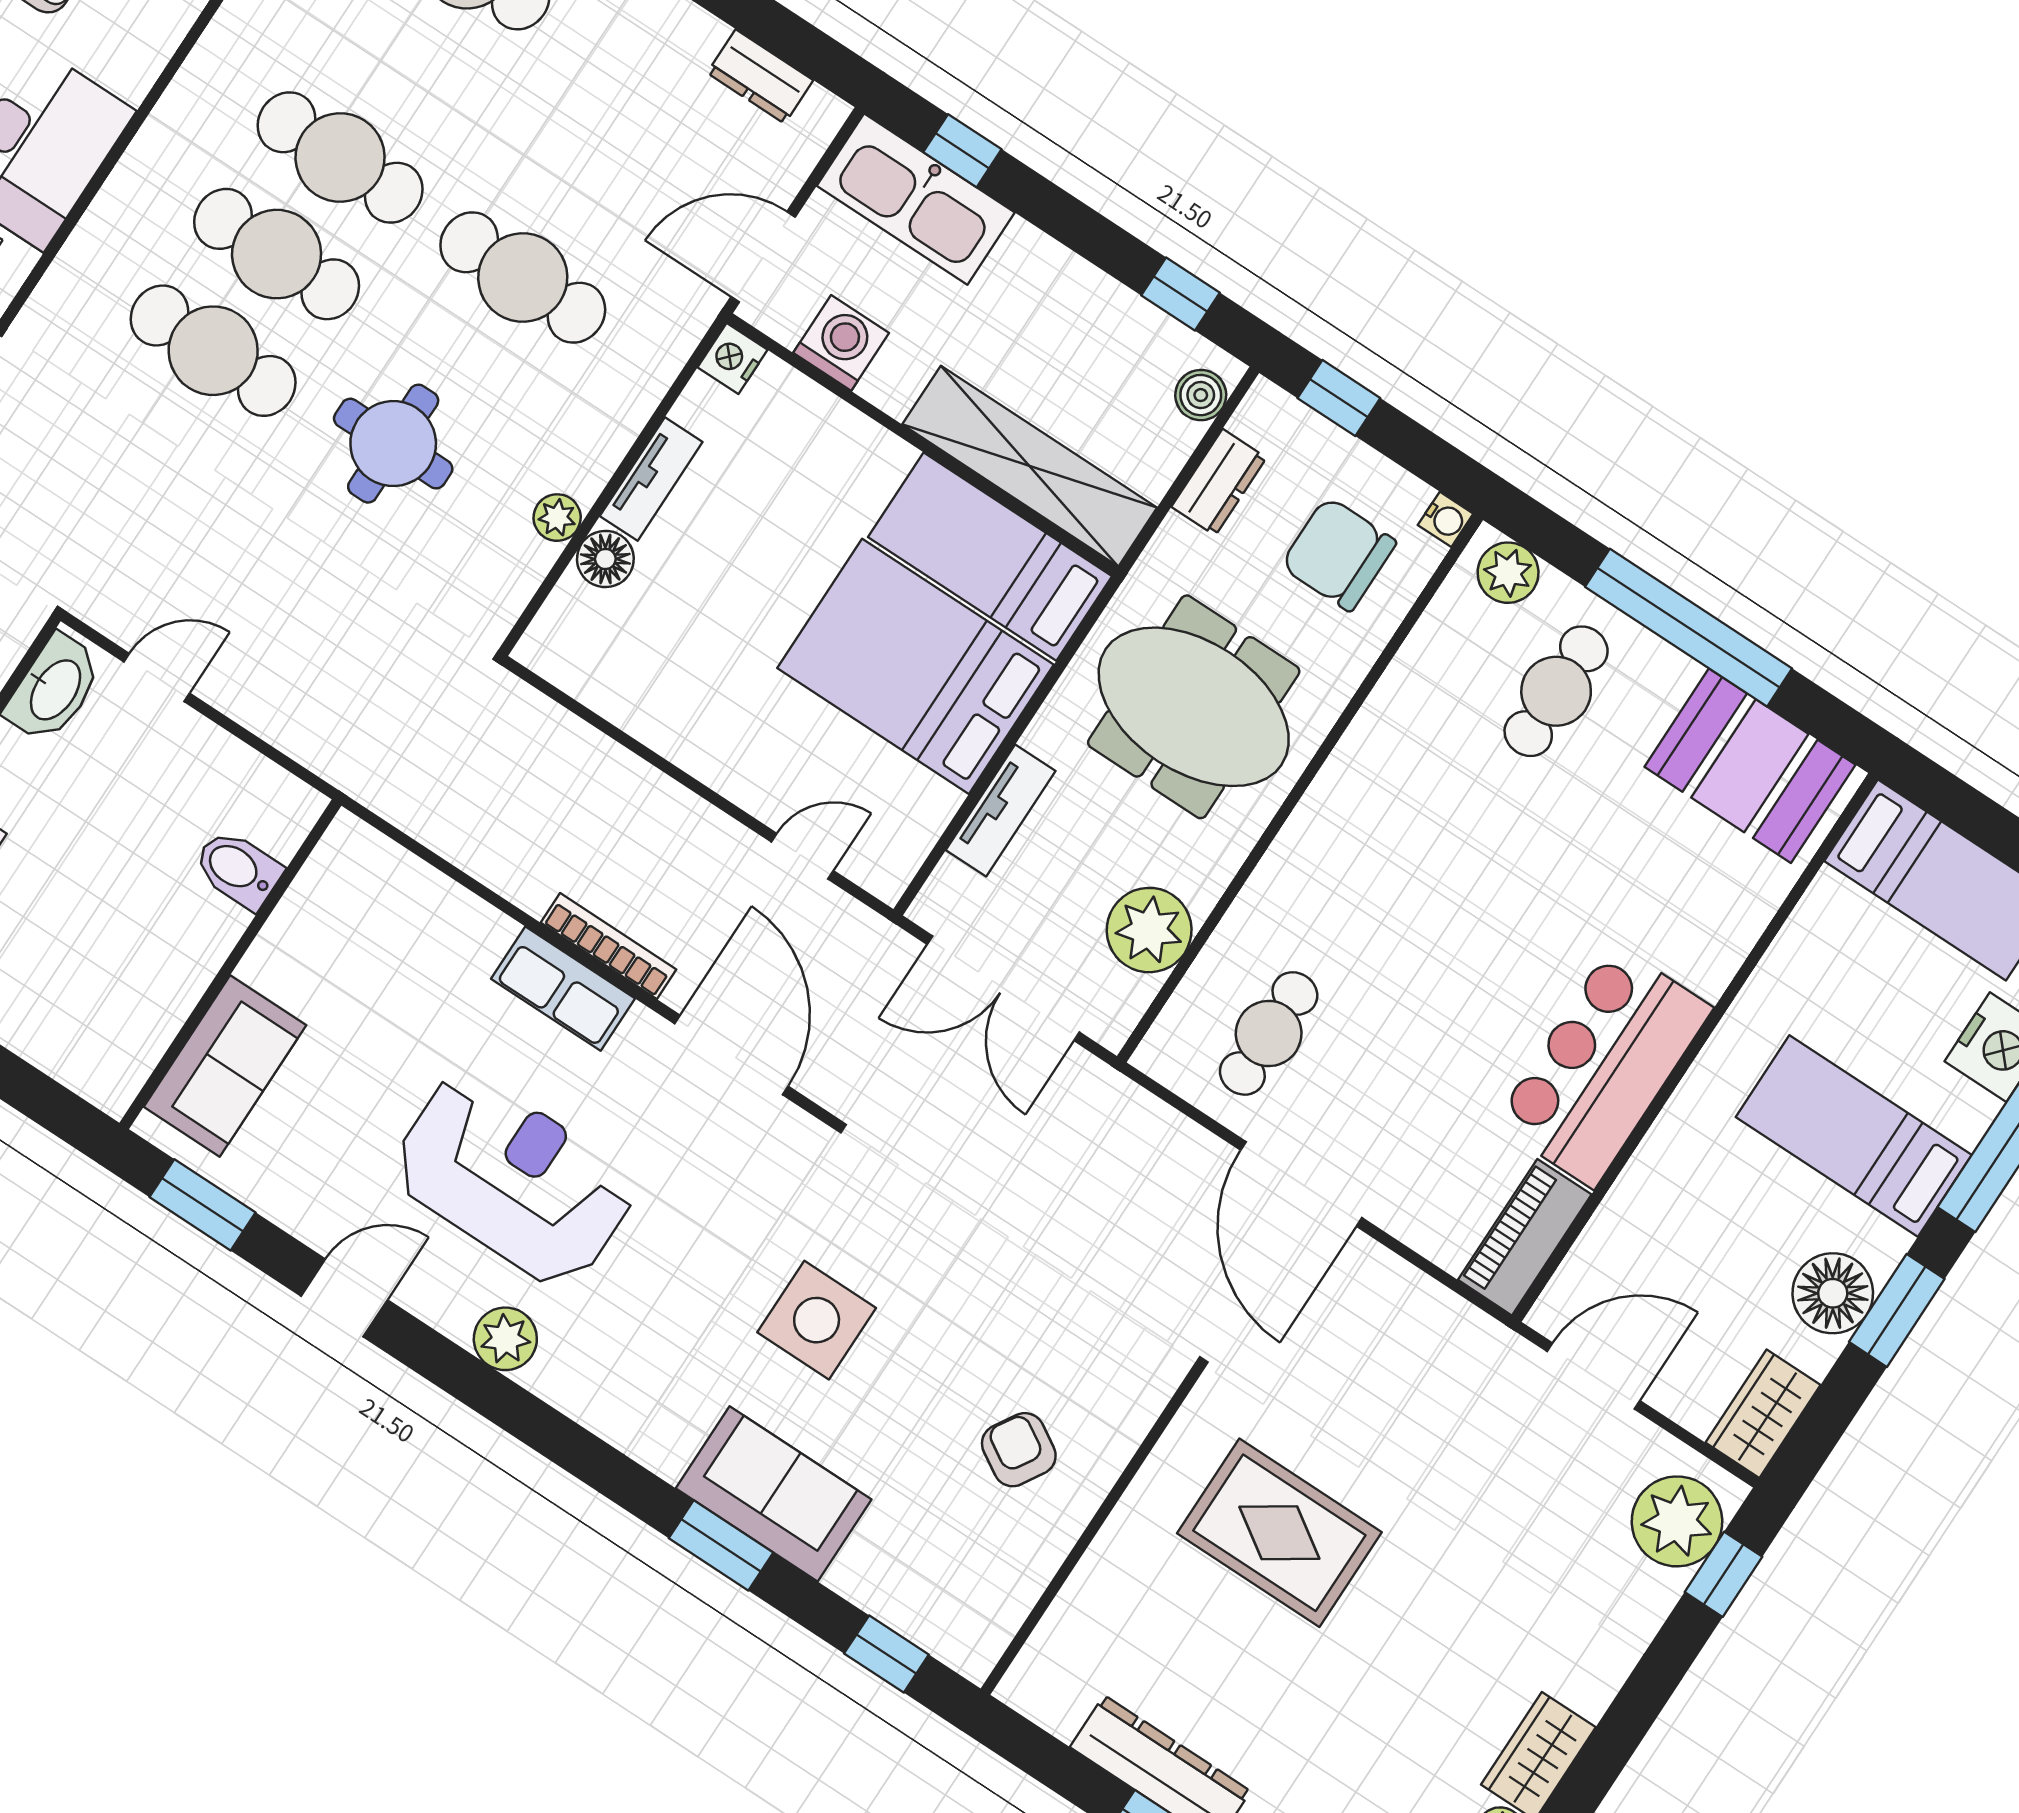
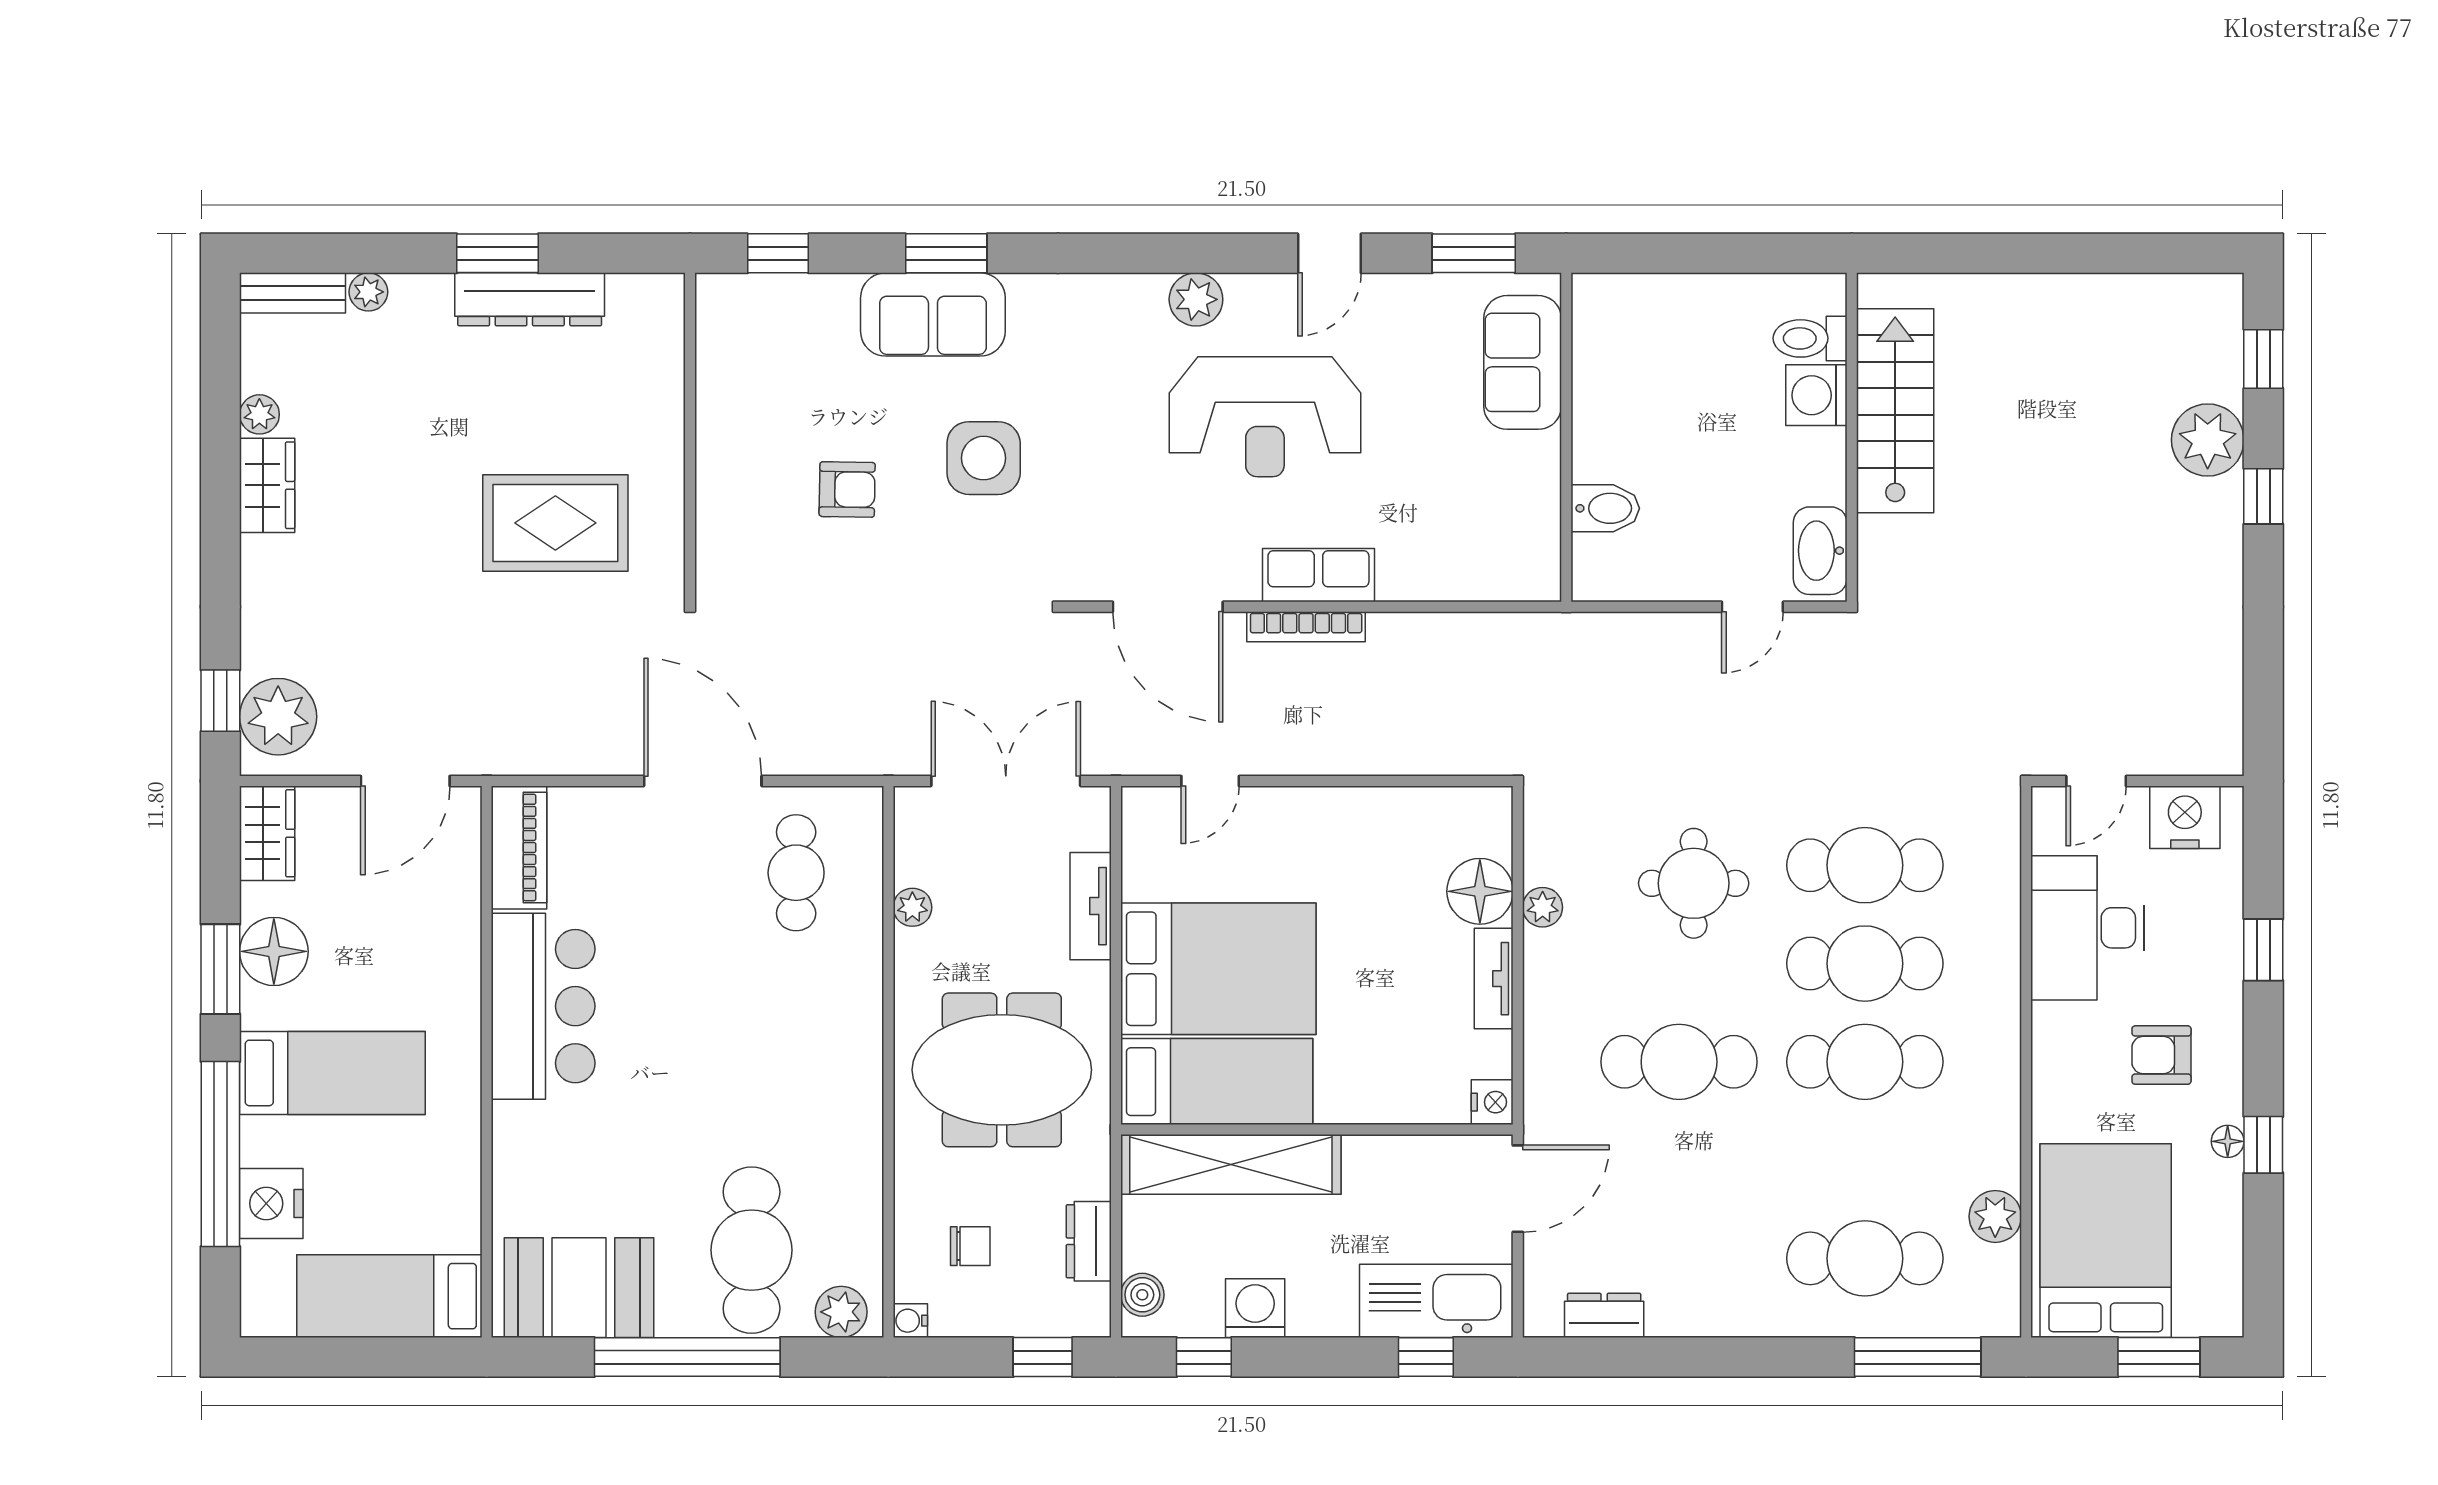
washing machine: (841, 343) -> (1255, 1308), moved, turned 180
chair: (1338, 554) -> (970, 1246), width x0.54, depth x0.54
floor lamp: (605, 559) -> (1480, 891), width x1.38, depth x1.38
cafe table: (1556, 691) -> (752, 1250), width x1.37, depth x1.35
plant: (1149, 930) -> (912, 907), width x0.53, depth x0.53
armchair: (1019, 1450) -> (847, 489), moved, turned -30

